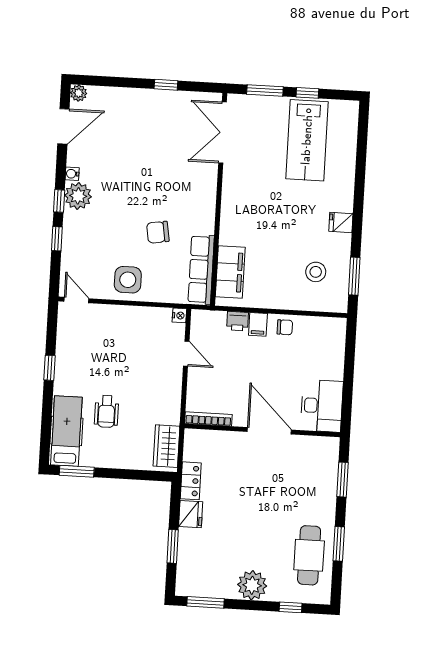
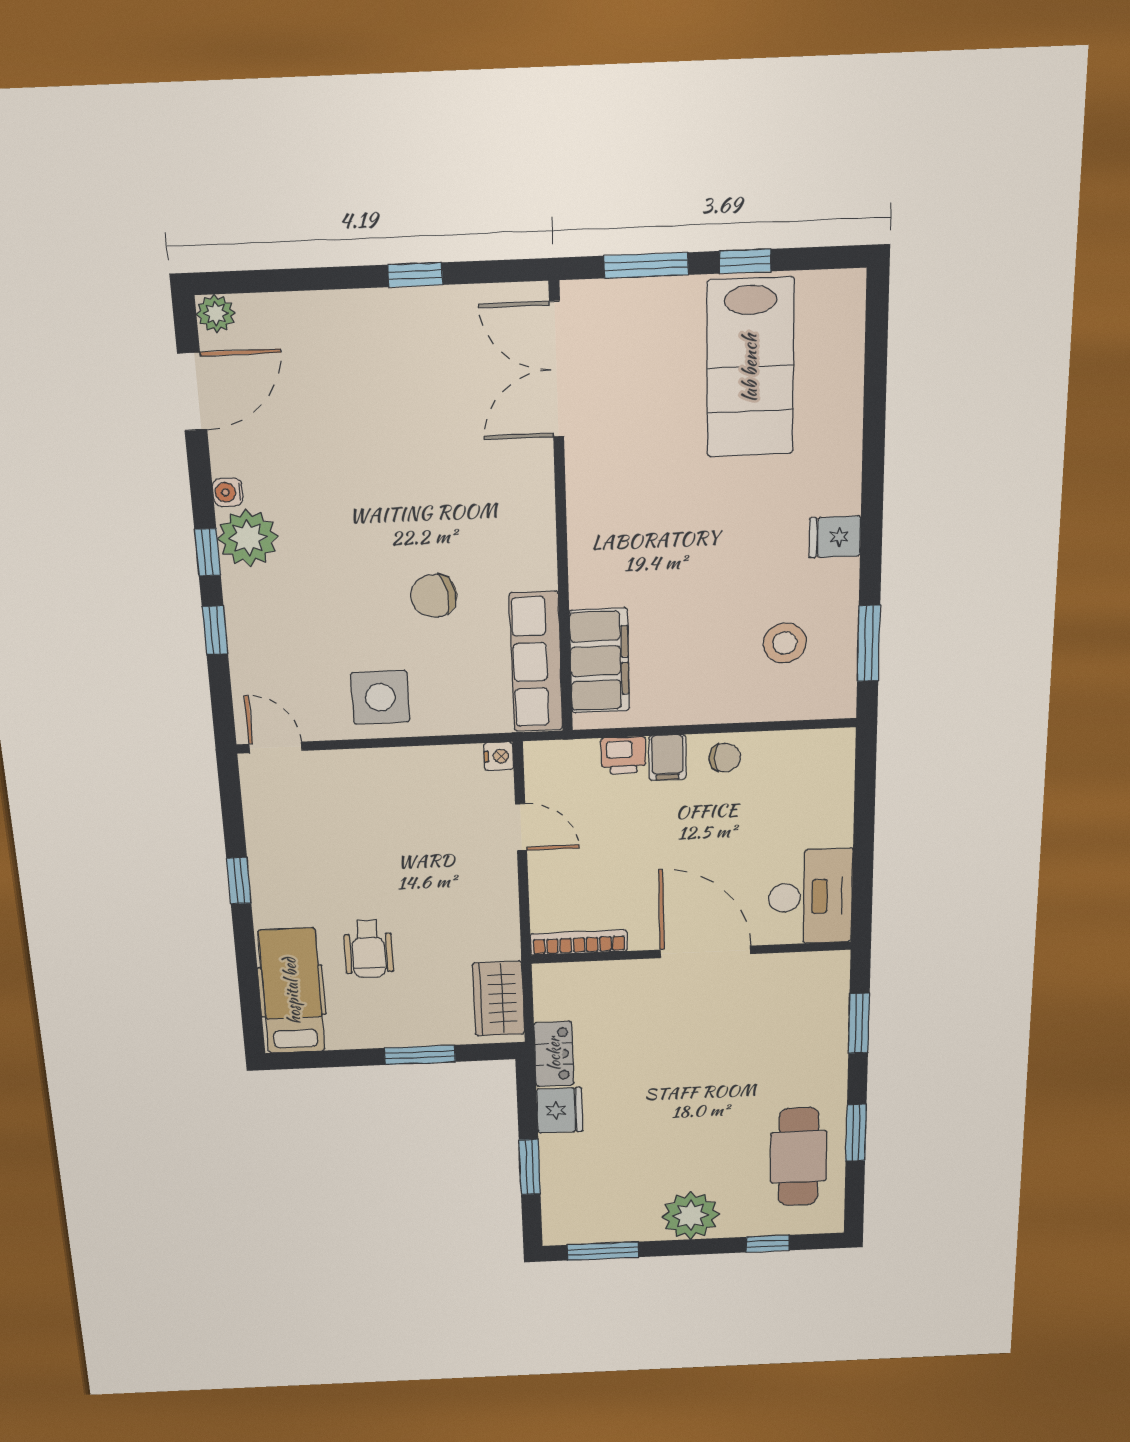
window: (77, 471) -> (420, 1055), moved

